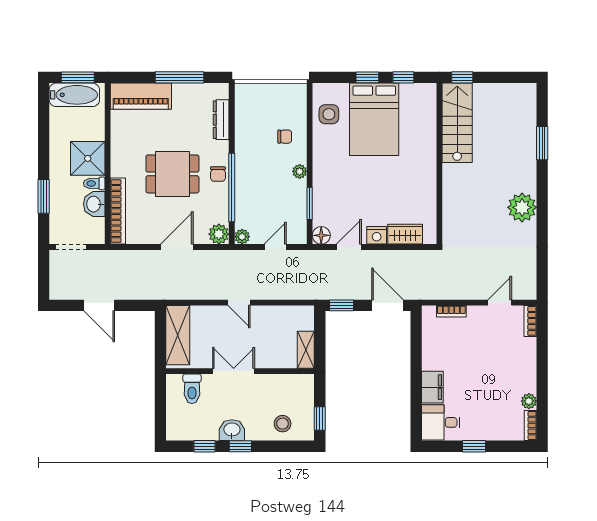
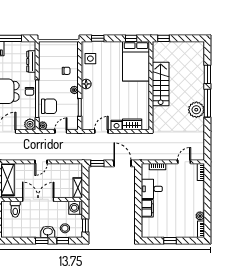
window: (367, 77) -> (98, 38), moved
bed: (374, 119) -> (136, 61), moved
stairs: (457, 123) -> (161, 84), moved
window: (542, 195) -> (207, 103), added
chair: (253, 201) -> (49, 106), added
floor lamp: (321, 235) -> (86, 84), moved
door: (239, 303) -> (41, 162), hinge flipped
double door: (234, 371) -> (38, 199), width x1.37
washing machine: (302, 386) -> (76, 208), added
desk: (441, 422) -> (152, 189), moved
washbasin: (232, 430) -> (48, 232), moved
window: (204, 446) -> (63, 241), moved

